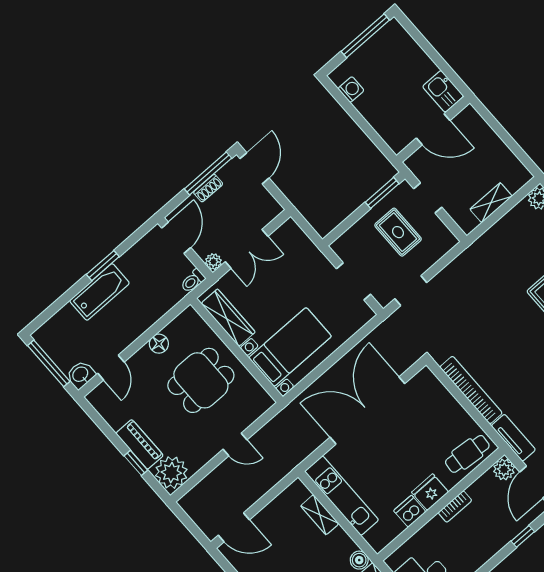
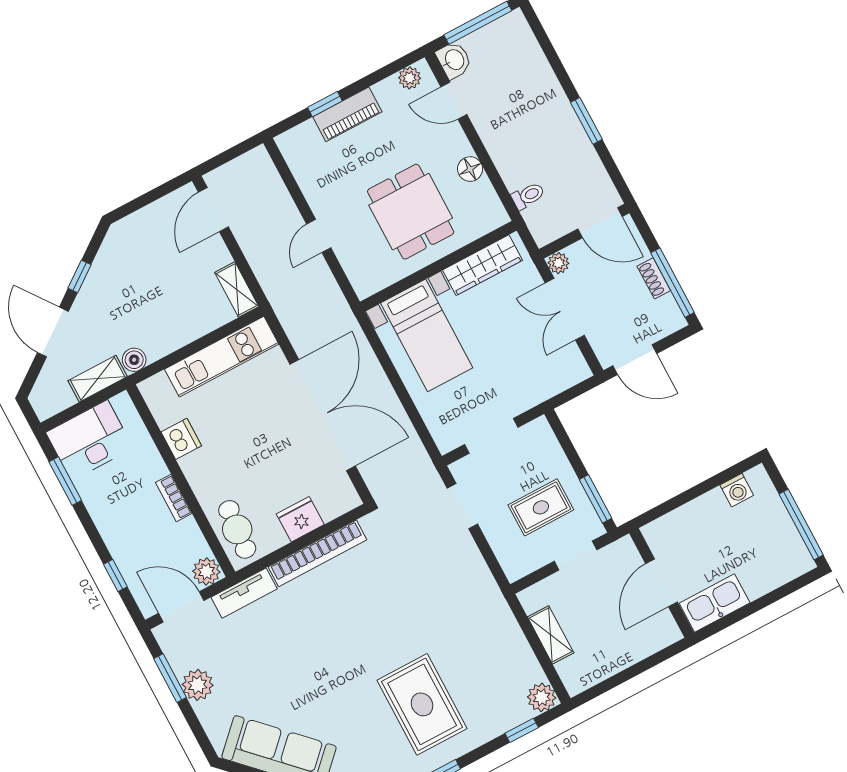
kitchen sink: (443, 91) -> (715, 603), width x1.38
door: (254, 168) -> (635, 360), moved
toilet: (193, 281) -> (528, 196), moved, turned 90
bathtub: (99, 292) -> (554, 109), removed
plant: (171, 473) -> (410, 78), moved, width x0.53, depth x0.53
fridge: (430, 492) -> (300, 519), moved, turned -90
shelving: (320, 515) -> (237, 290), moved, turned 90

